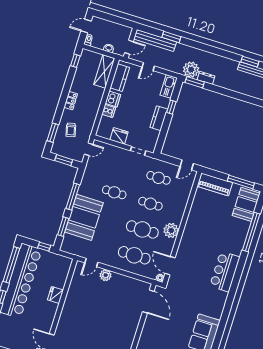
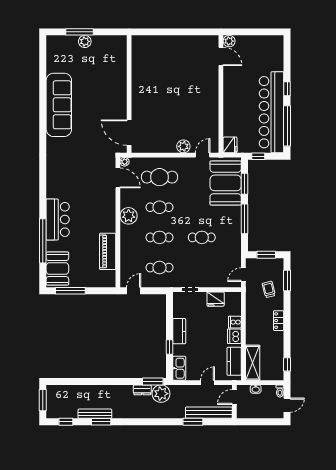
piano: (215, 184) -> (108, 251), moved, turned -90
booth: (84, 217) -> (226, 183), moved
cafe table: (142, 229) -> (160, 207), width x0.73, depth x0.74
bar counter: (225, 272) -> (58, 219), moved
fridge: (55, 295) -> (230, 145), moved

